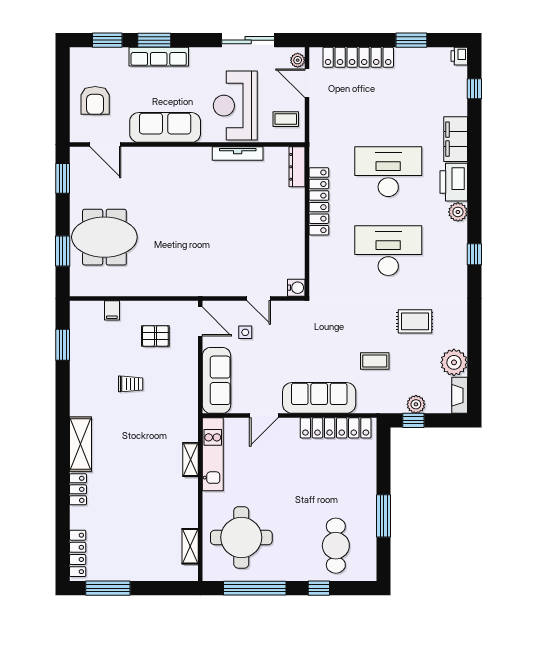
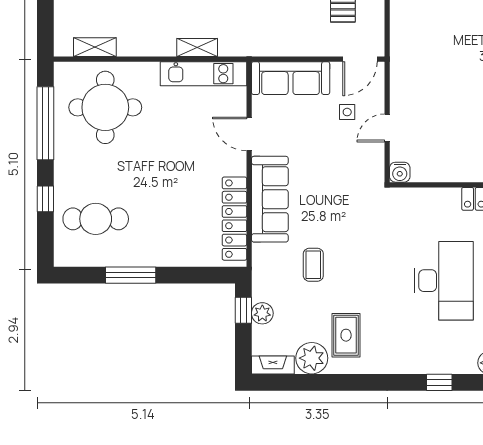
rug: (415, 321) -> (346, 335), moved

